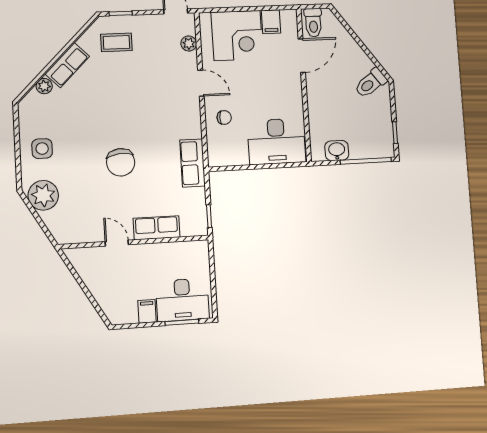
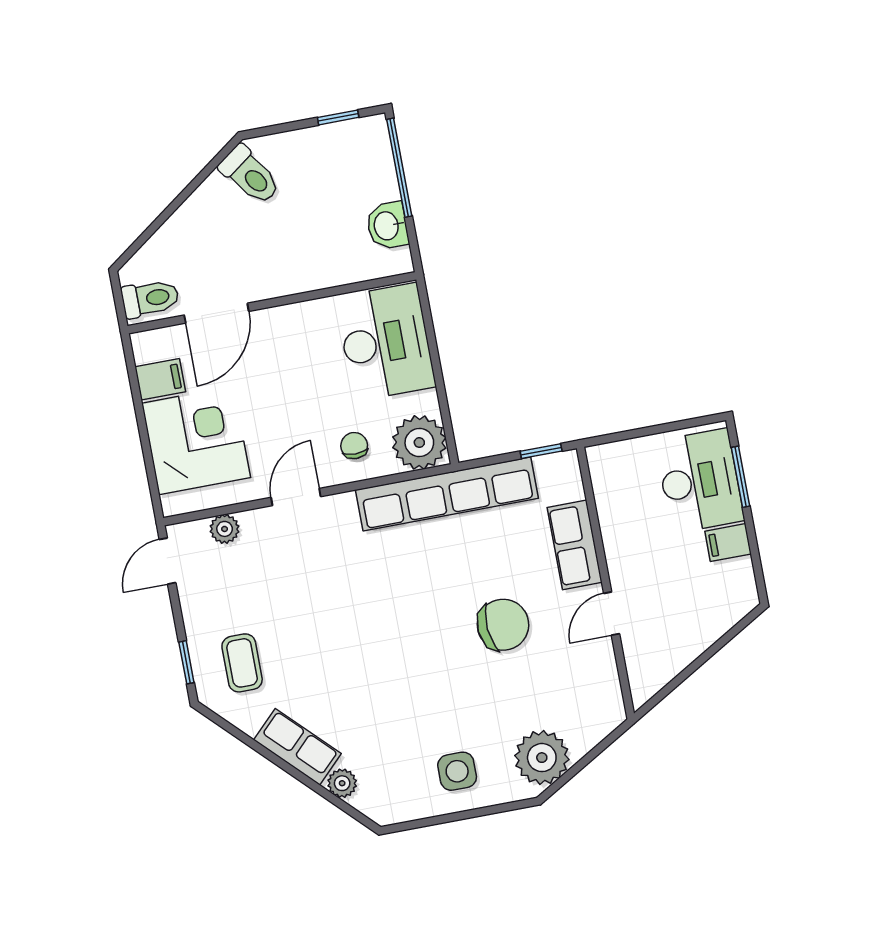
door: (302, 56) -> (216, 313), swing flipped
plant: (222, 152) -> (419, 443), added
chair: (121, 162) -> (503, 625), moved
row of seats: (193, 163) -> (447, 494), width x2.02

